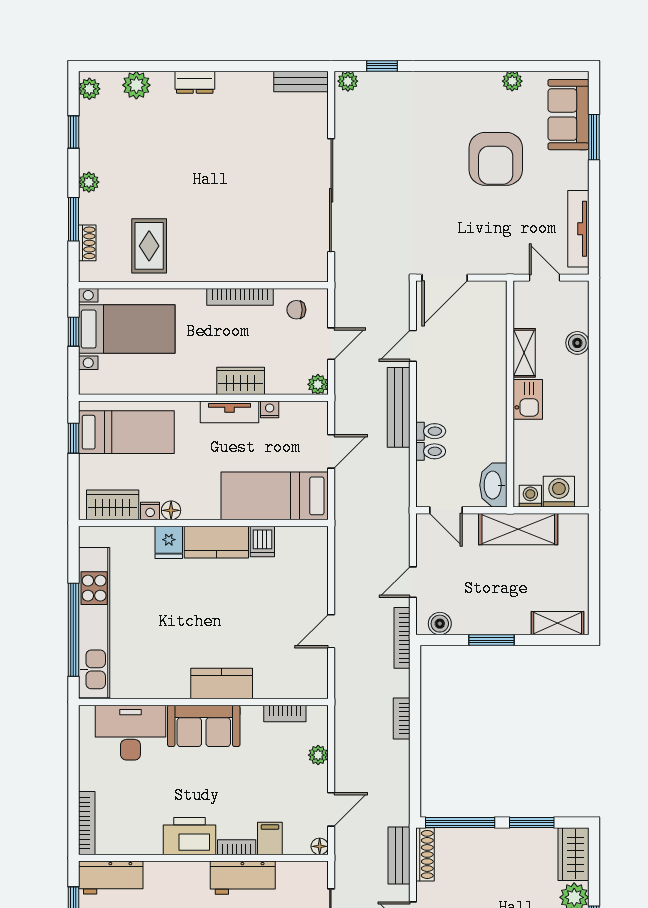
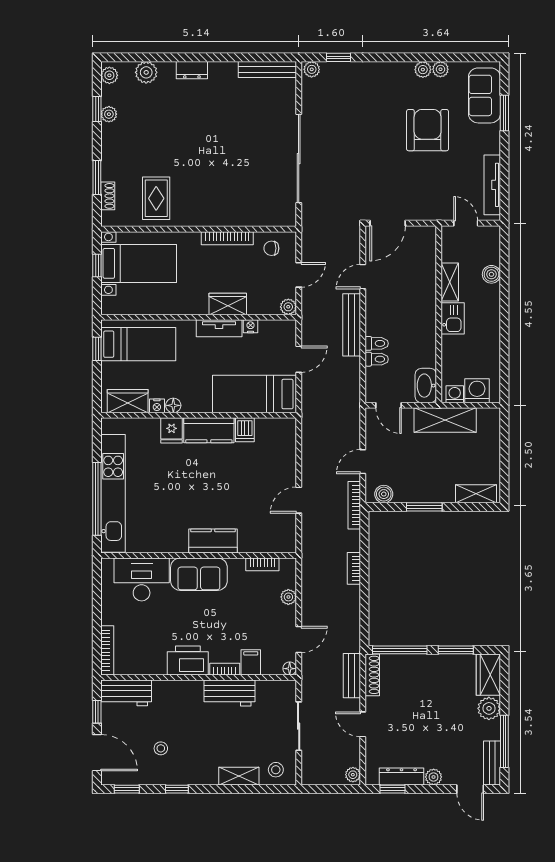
bench: (301, 81) -> (267, 69), width x1.36
plant: (490, 81) -> (423, 70), added
armchair: (496, 159) -> (428, 130), turned 180
plant: (89, 182) -> (109, 114), moved

